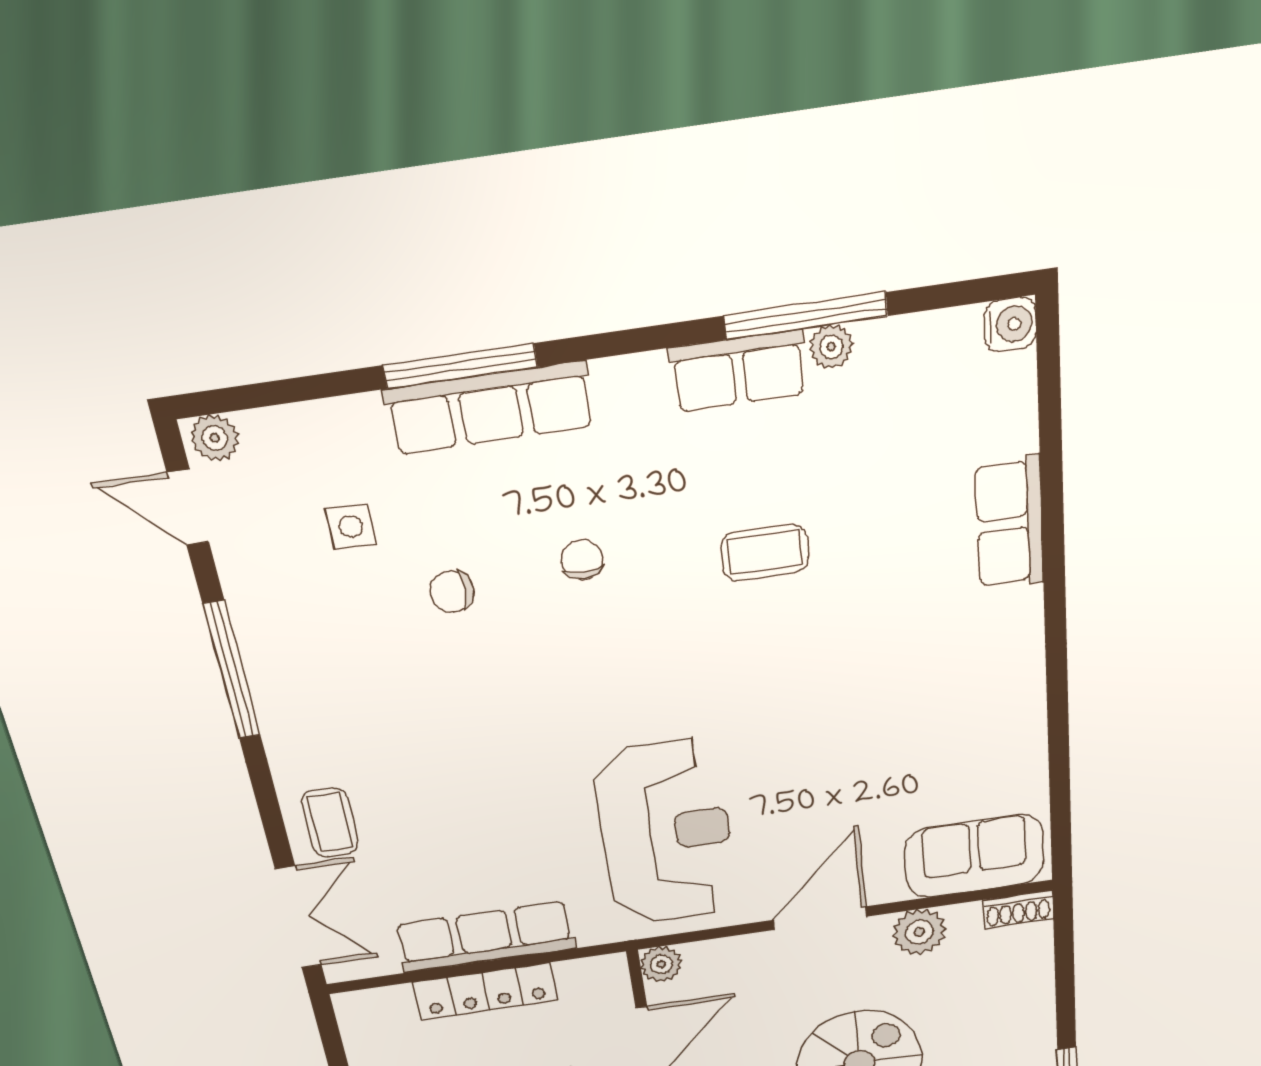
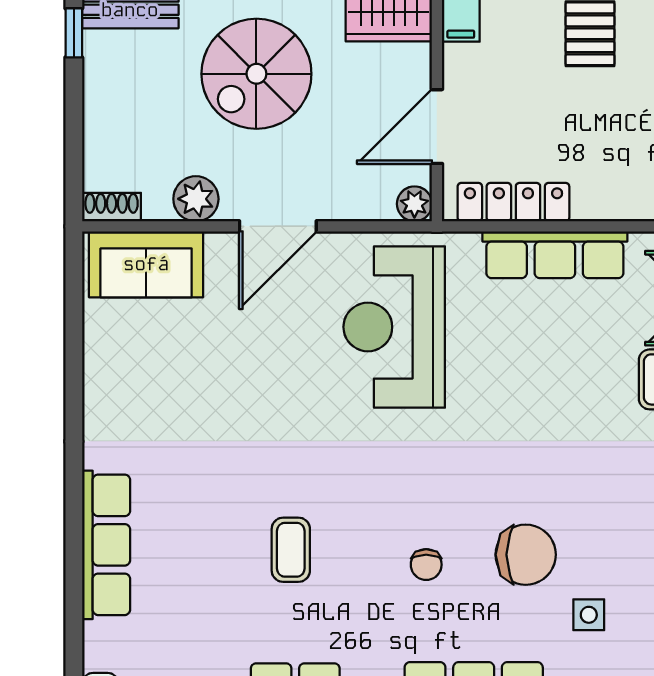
row of seats: (1010, 523) -> (106, 545), width x1.48
coffee table: (765, 553) -> (291, 550), turned 90
chair: (452, 591) -> (526, 555), width x1.87, depth x1.87
locker: (485, 991) -> (513, 202), moved

